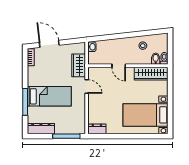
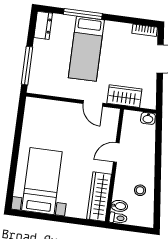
door: (87, 87) -> (93, 103), hinge flipped
dresser: (41, 129) -> (43, 25), width x0.70
dresser: (97, 129) -> (31, 110), removed

